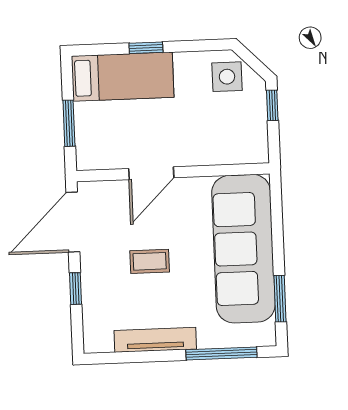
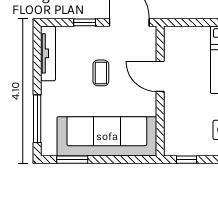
window: (272, 105) -> (186, 160), moved
window: (69, 123) -> (196, 22), removed
tv unit: (155, 340) -> (48, 53), moved

